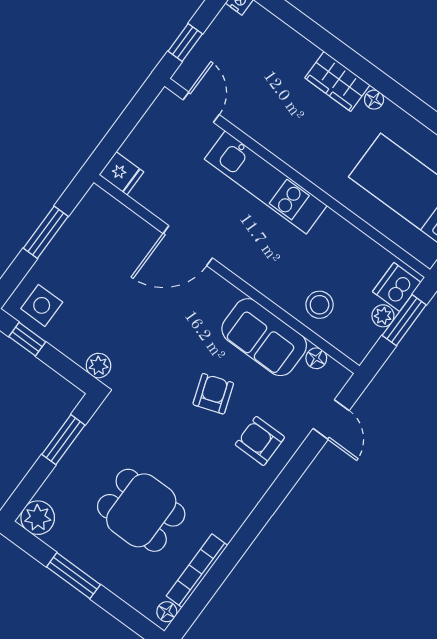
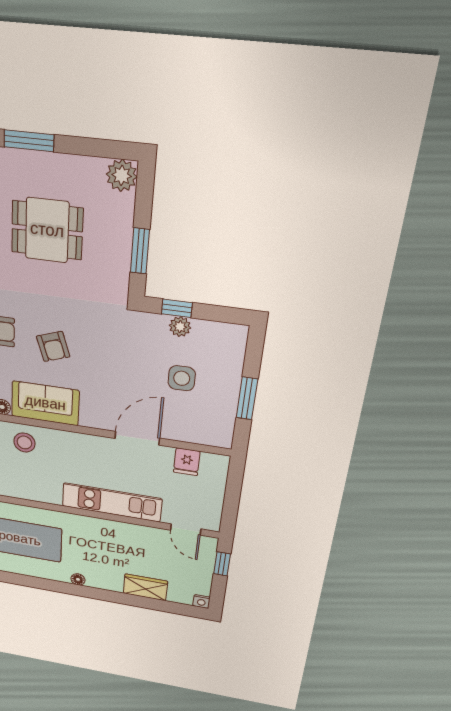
wardrobe: (337, 81) -> (145, 587), moved
fridge: (121, 173) -> (187, 462), moved, turned -90
side table: (42, 305) -> (182, 378), moved
window: (27, 339) -> (177, 308), moved
plant: (98, 366) -> (180, 327), moved
window: (73, 576) -> (29, 141), moved

